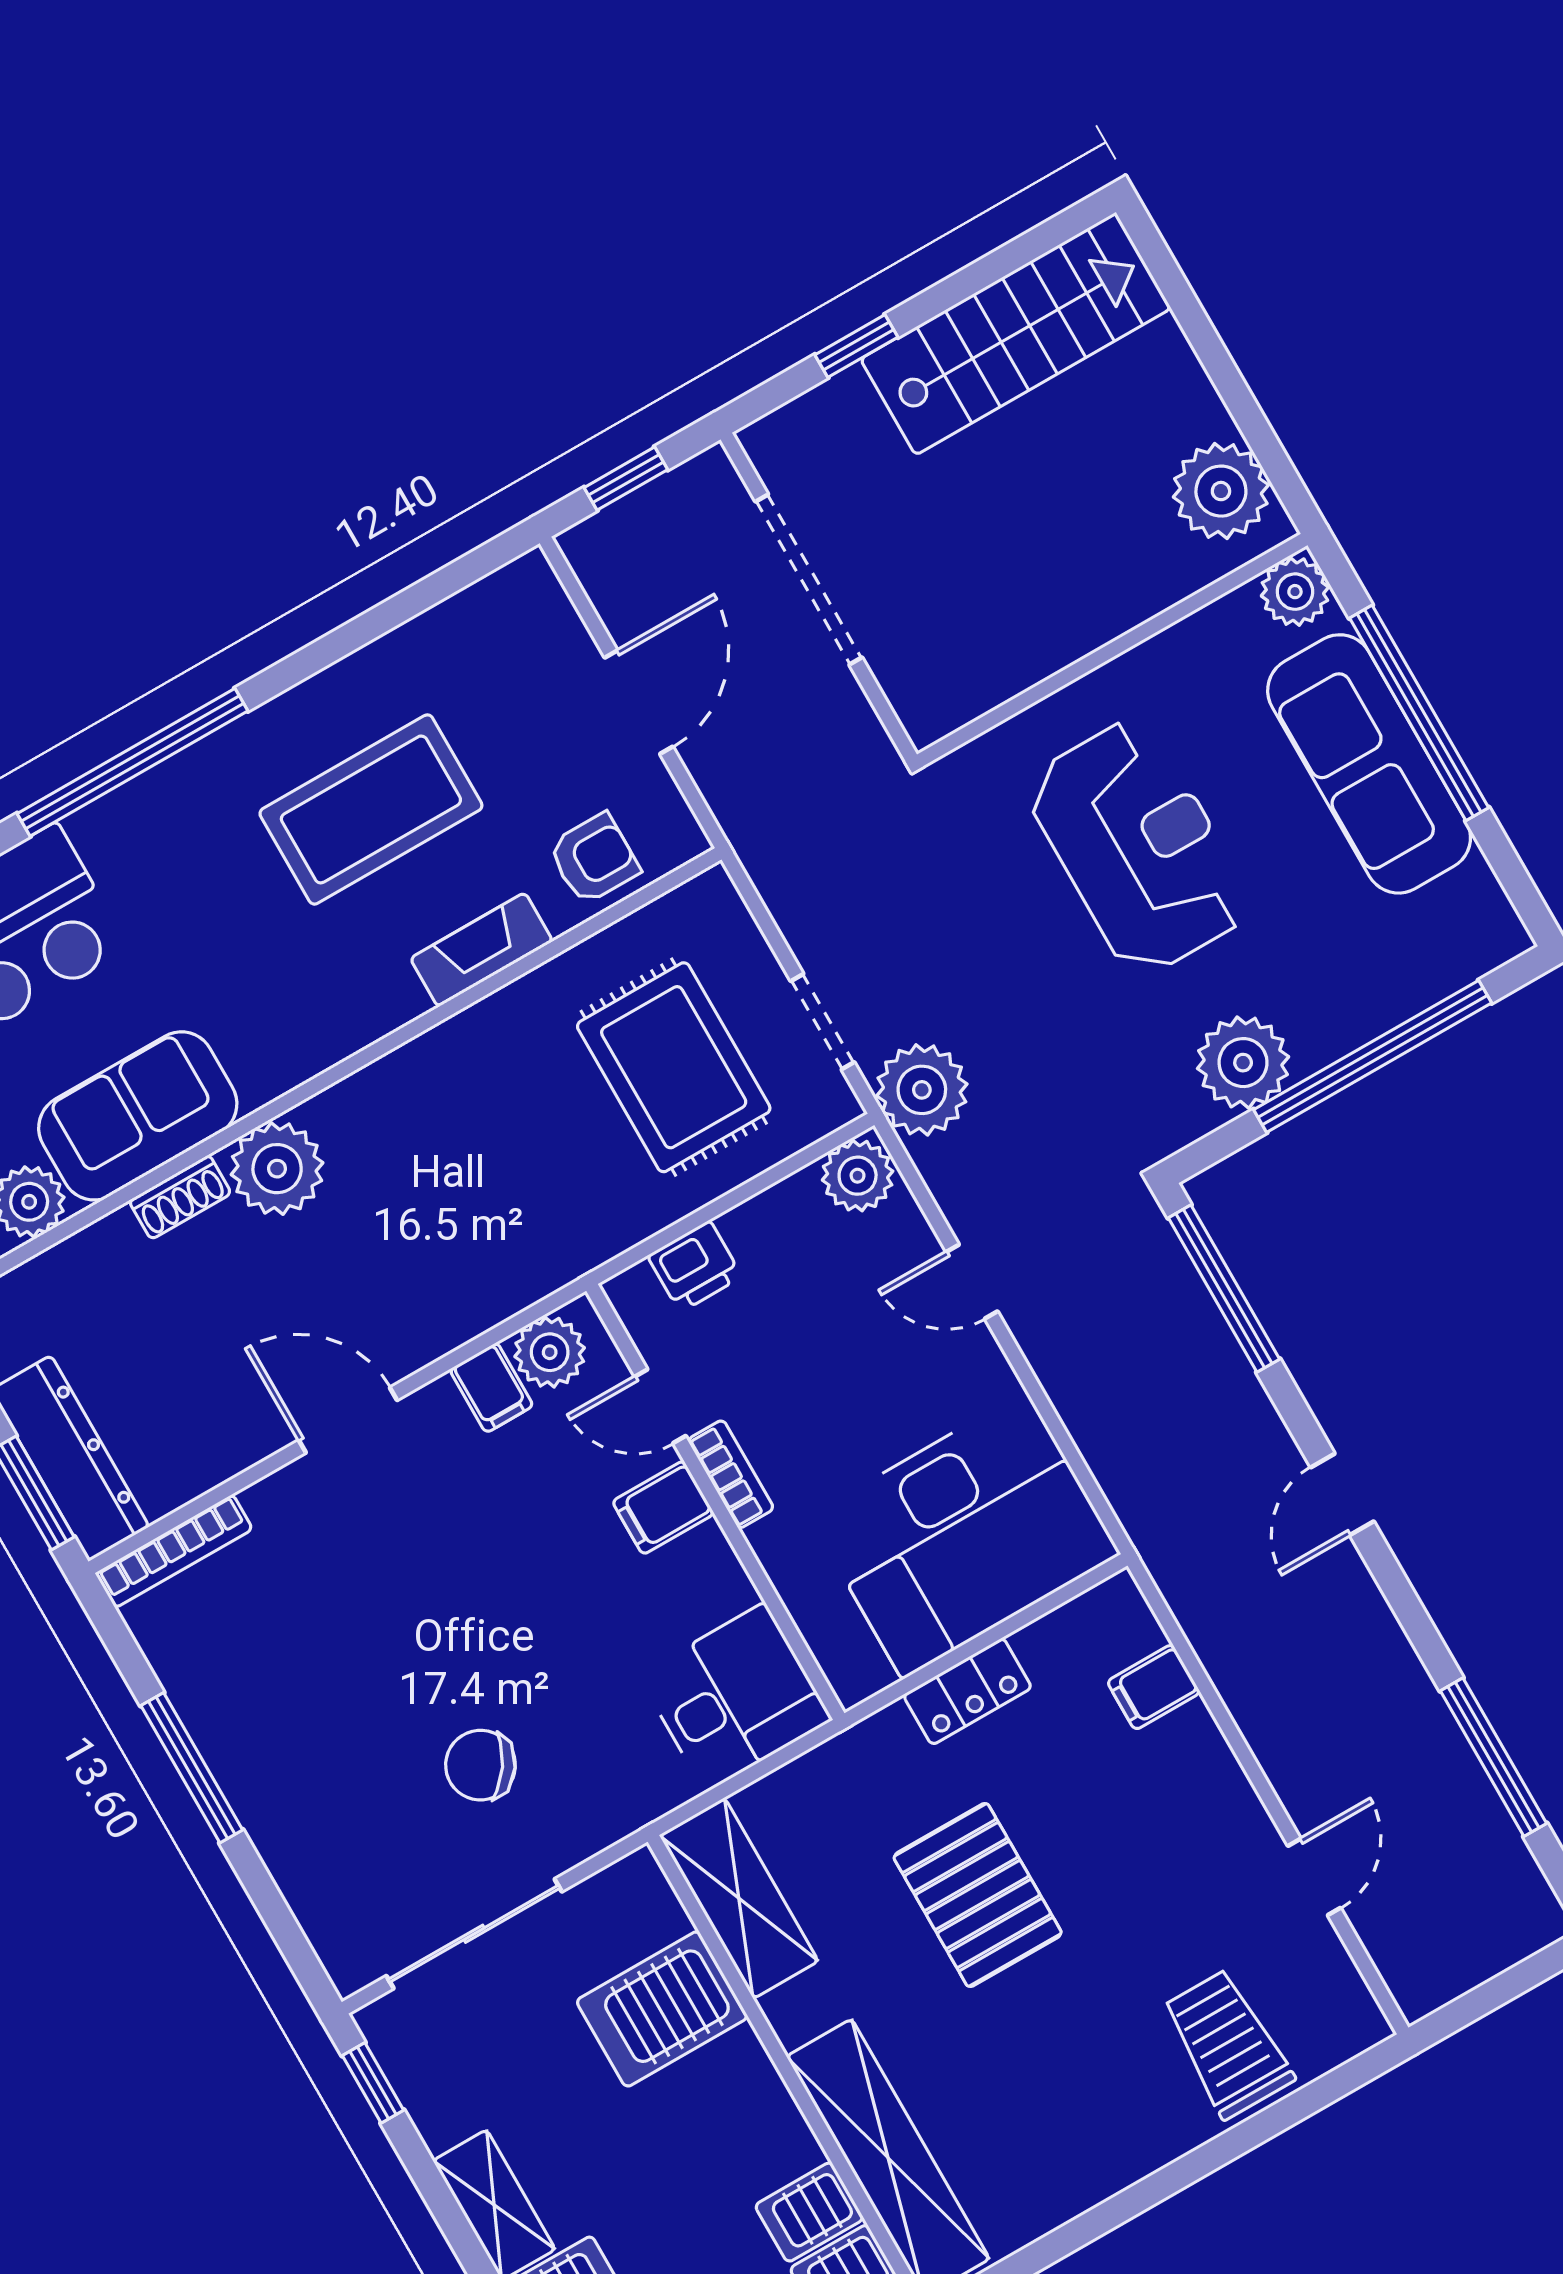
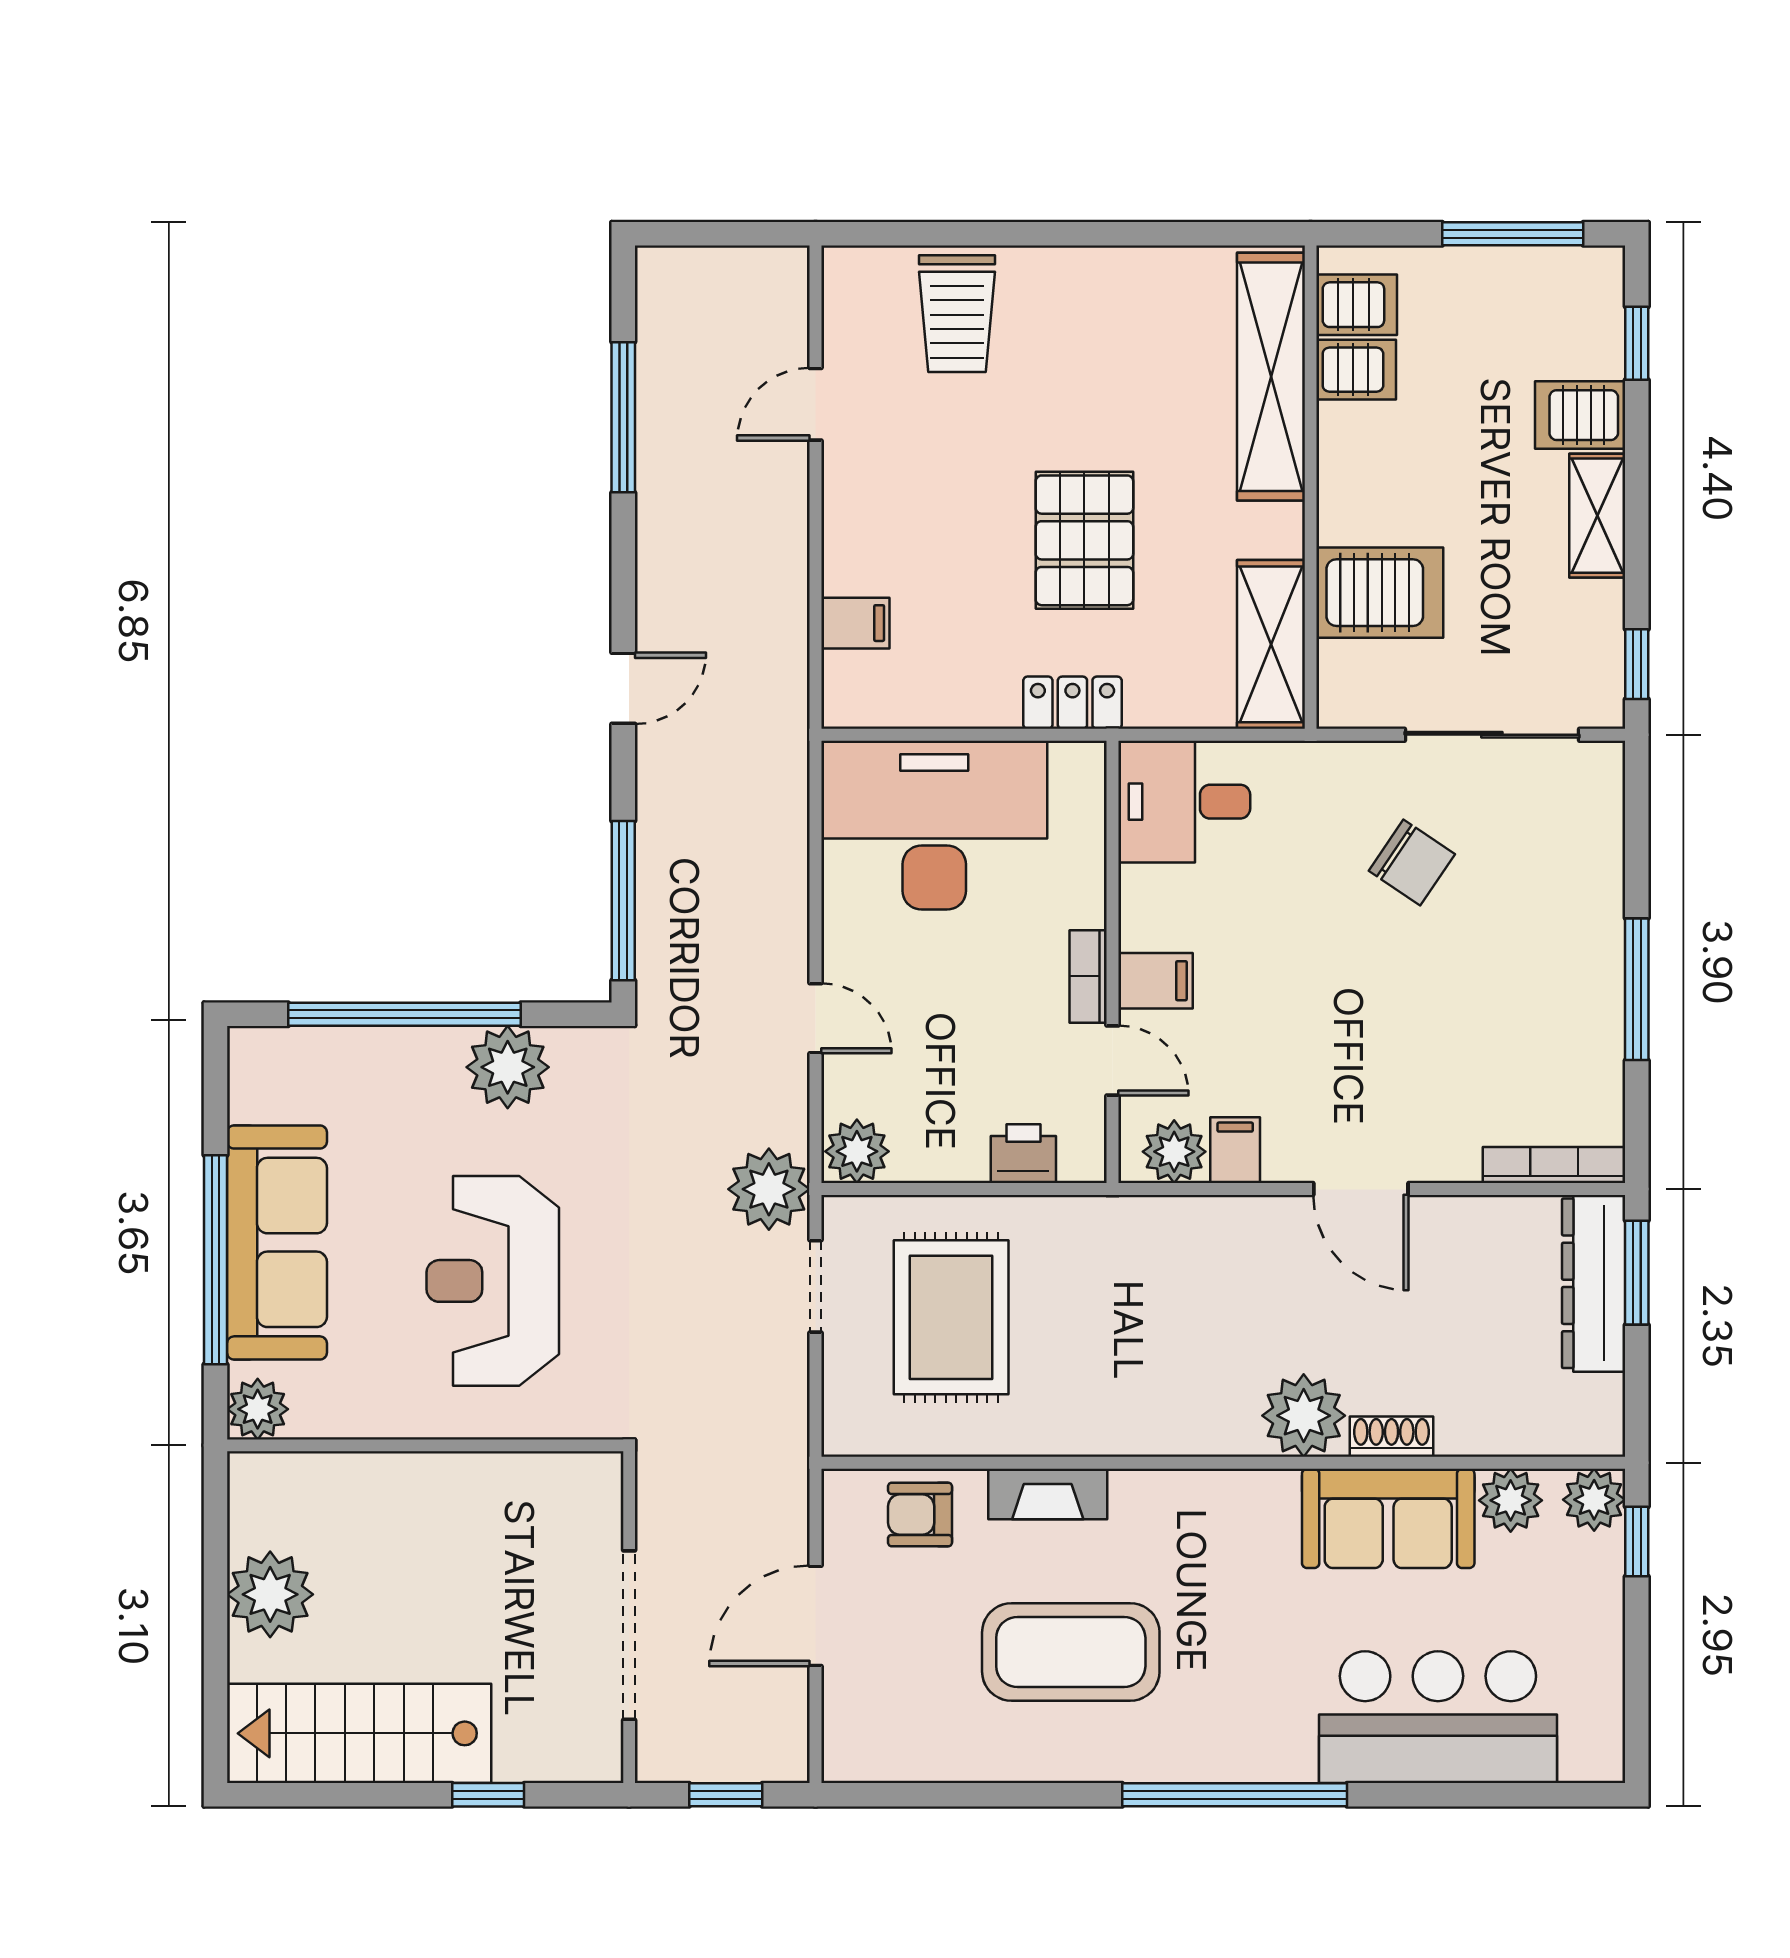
plant: (1221, 491) -> (270, 1594), moved
locker: (967, 1691) -> (1072, 703), moved

